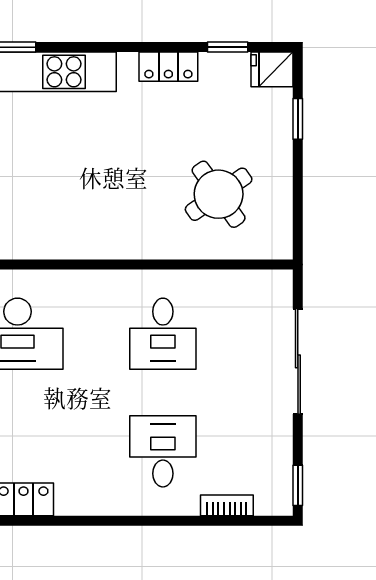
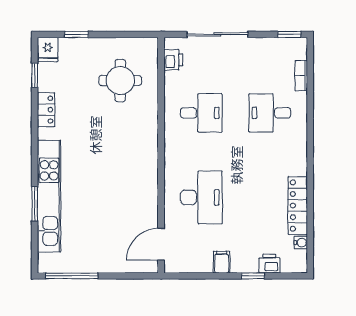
round table: (219, 194) -> (120, 81), turned 35
printer: (254, 285) -> (173, 60), added

